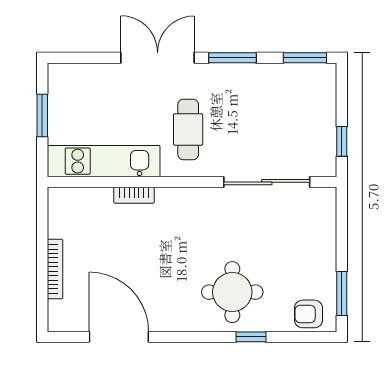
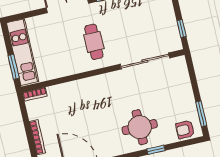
window: (42, 116) -> (14, 67), moved
kitchen unit: (104, 161) -> (23, 52), moved, turned 90
bookcase: (134, 195) -> (35, 94), moved

